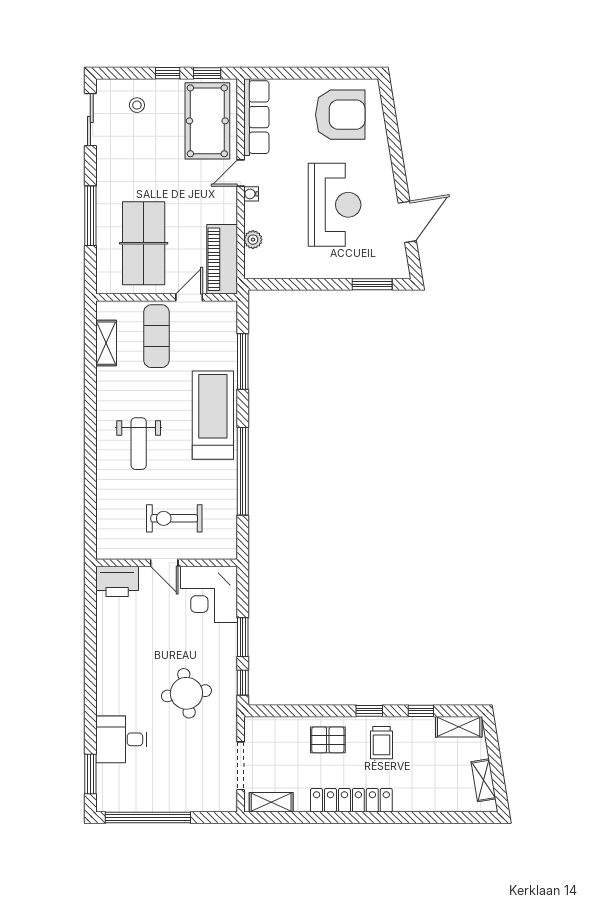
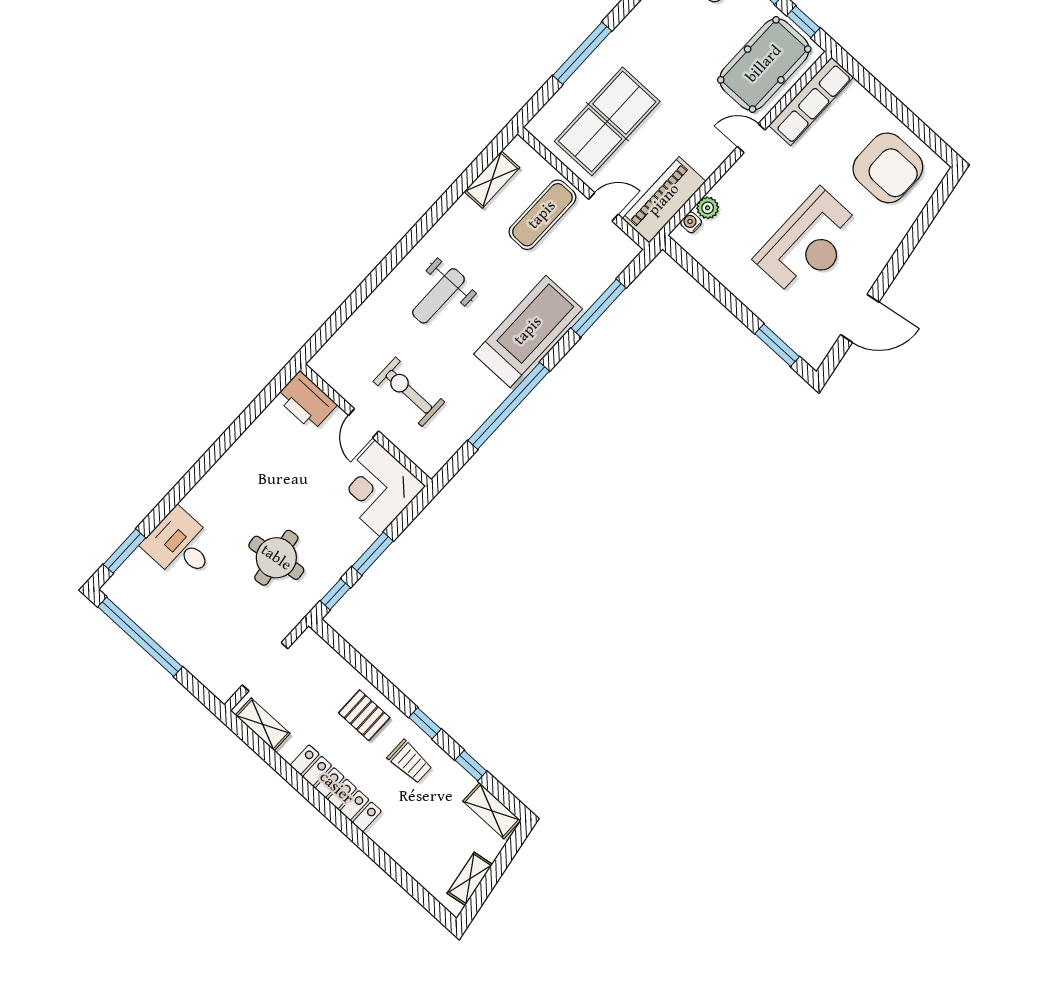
water cooler: (251, 194) -> (691, 222), moved
trolley: (381, 743) -> (410, 762), turned -90

